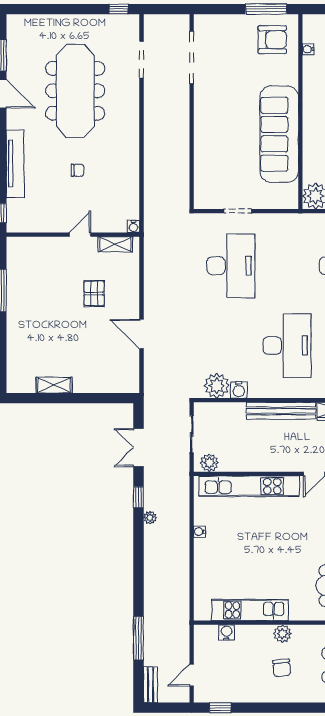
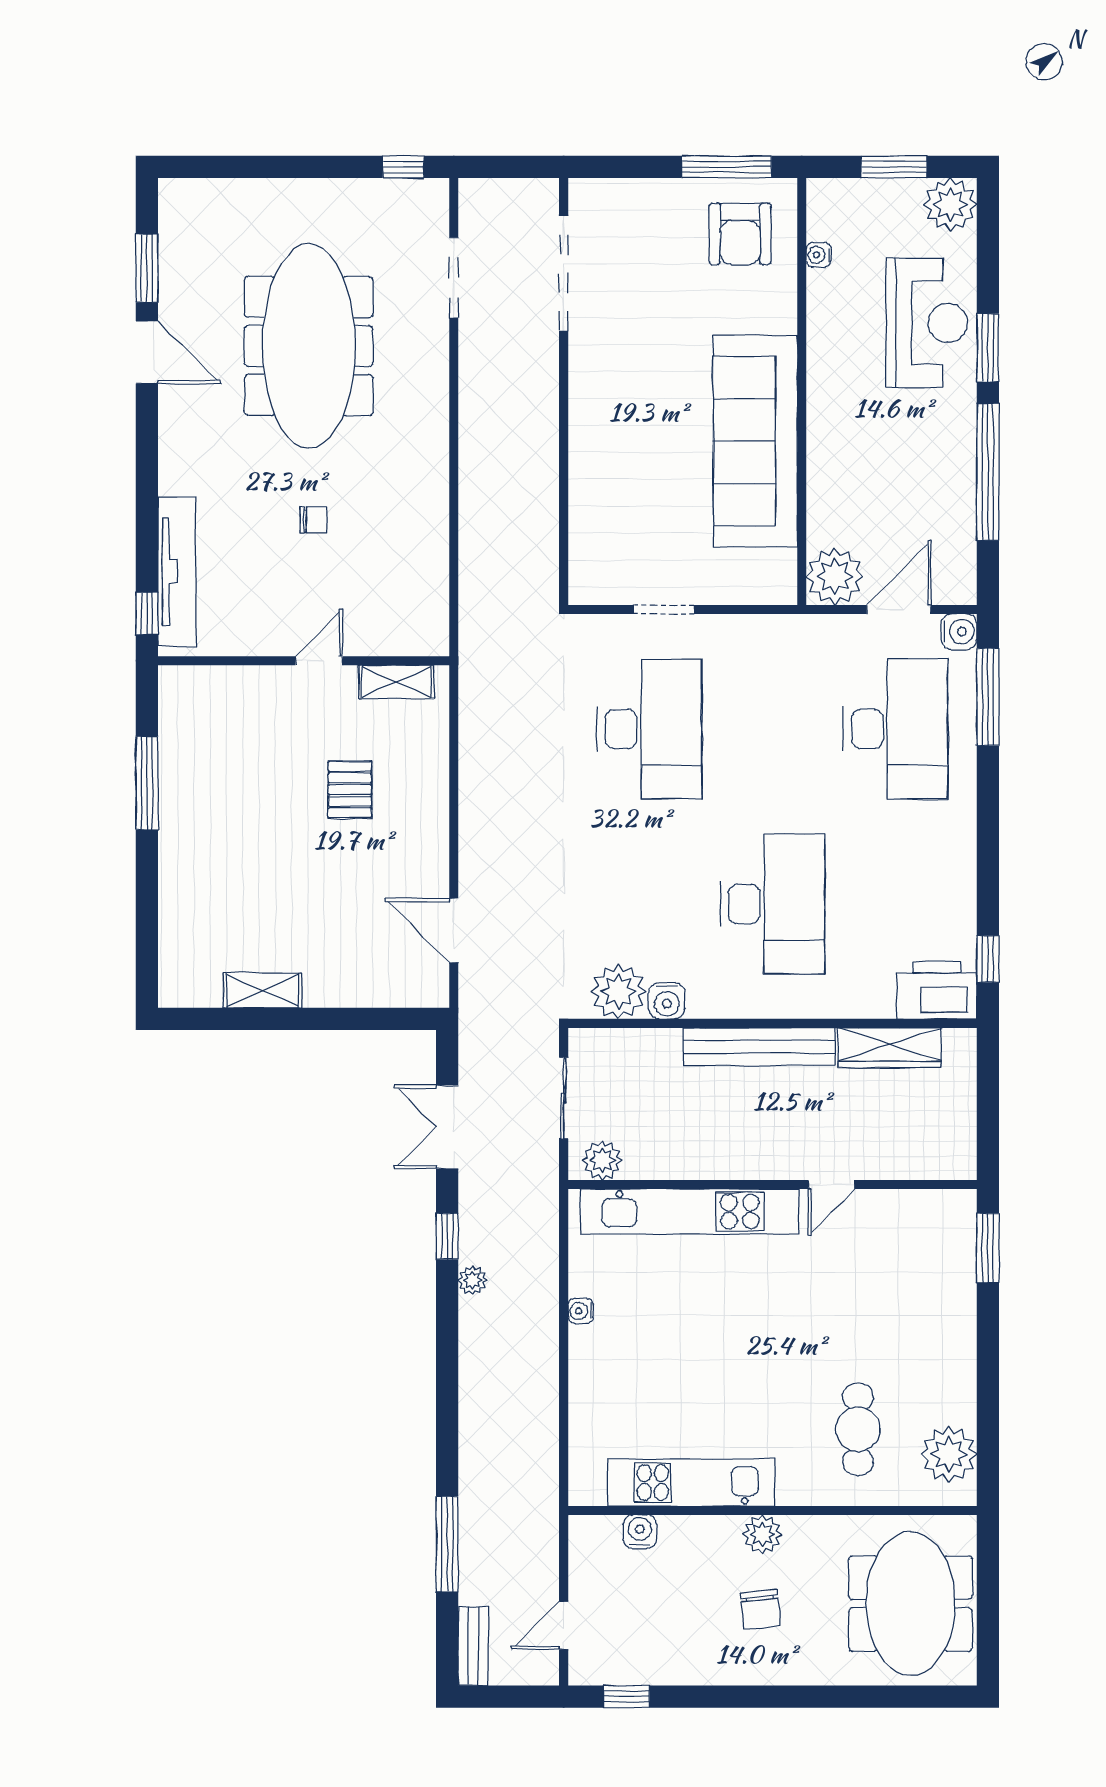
armchair: (272, 40) -> (740, 234), turned 90
tv unit: (15, 164) -> (177, 572), moved
water cooler: (133, 227) -> (436, 643), removed
door: (142, 334) -> (454, 930), moved

